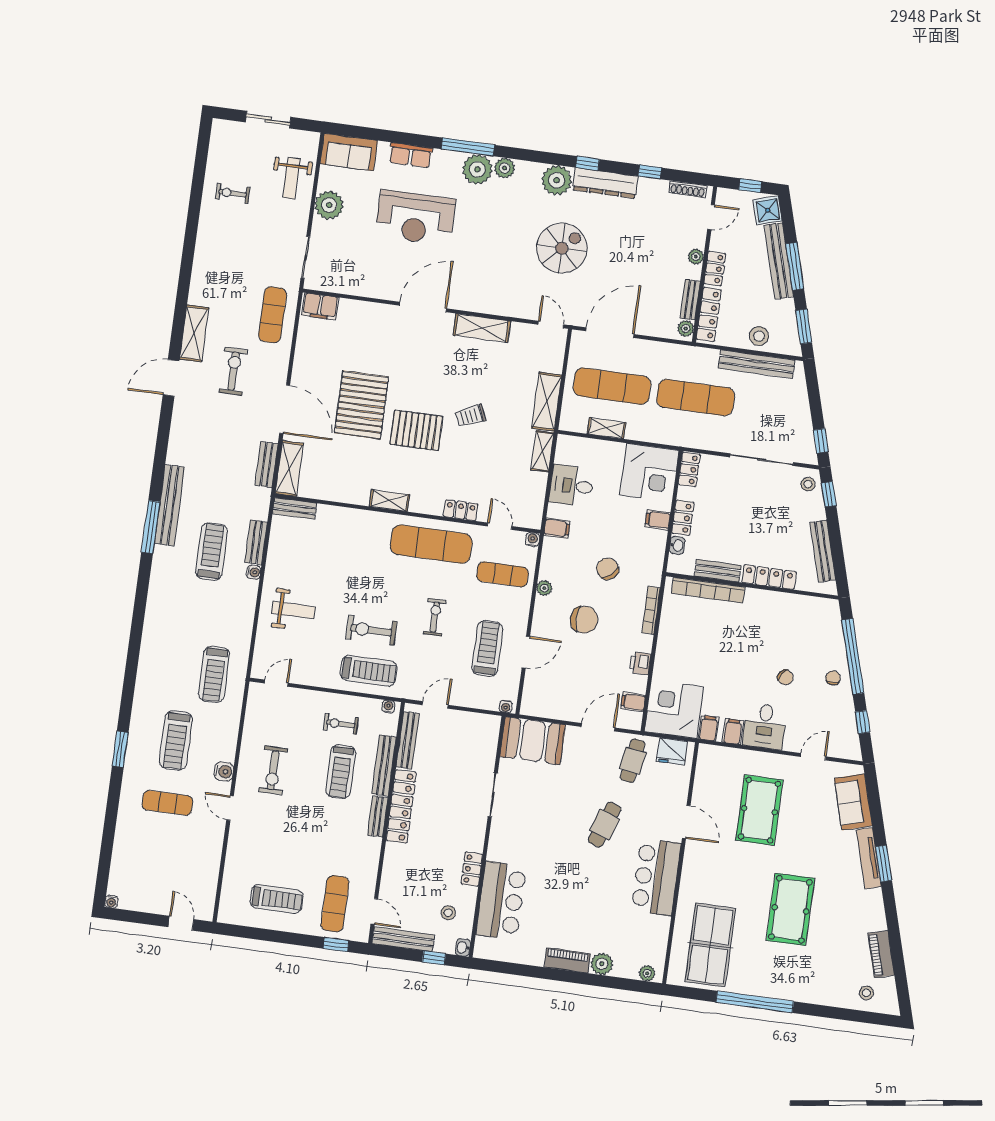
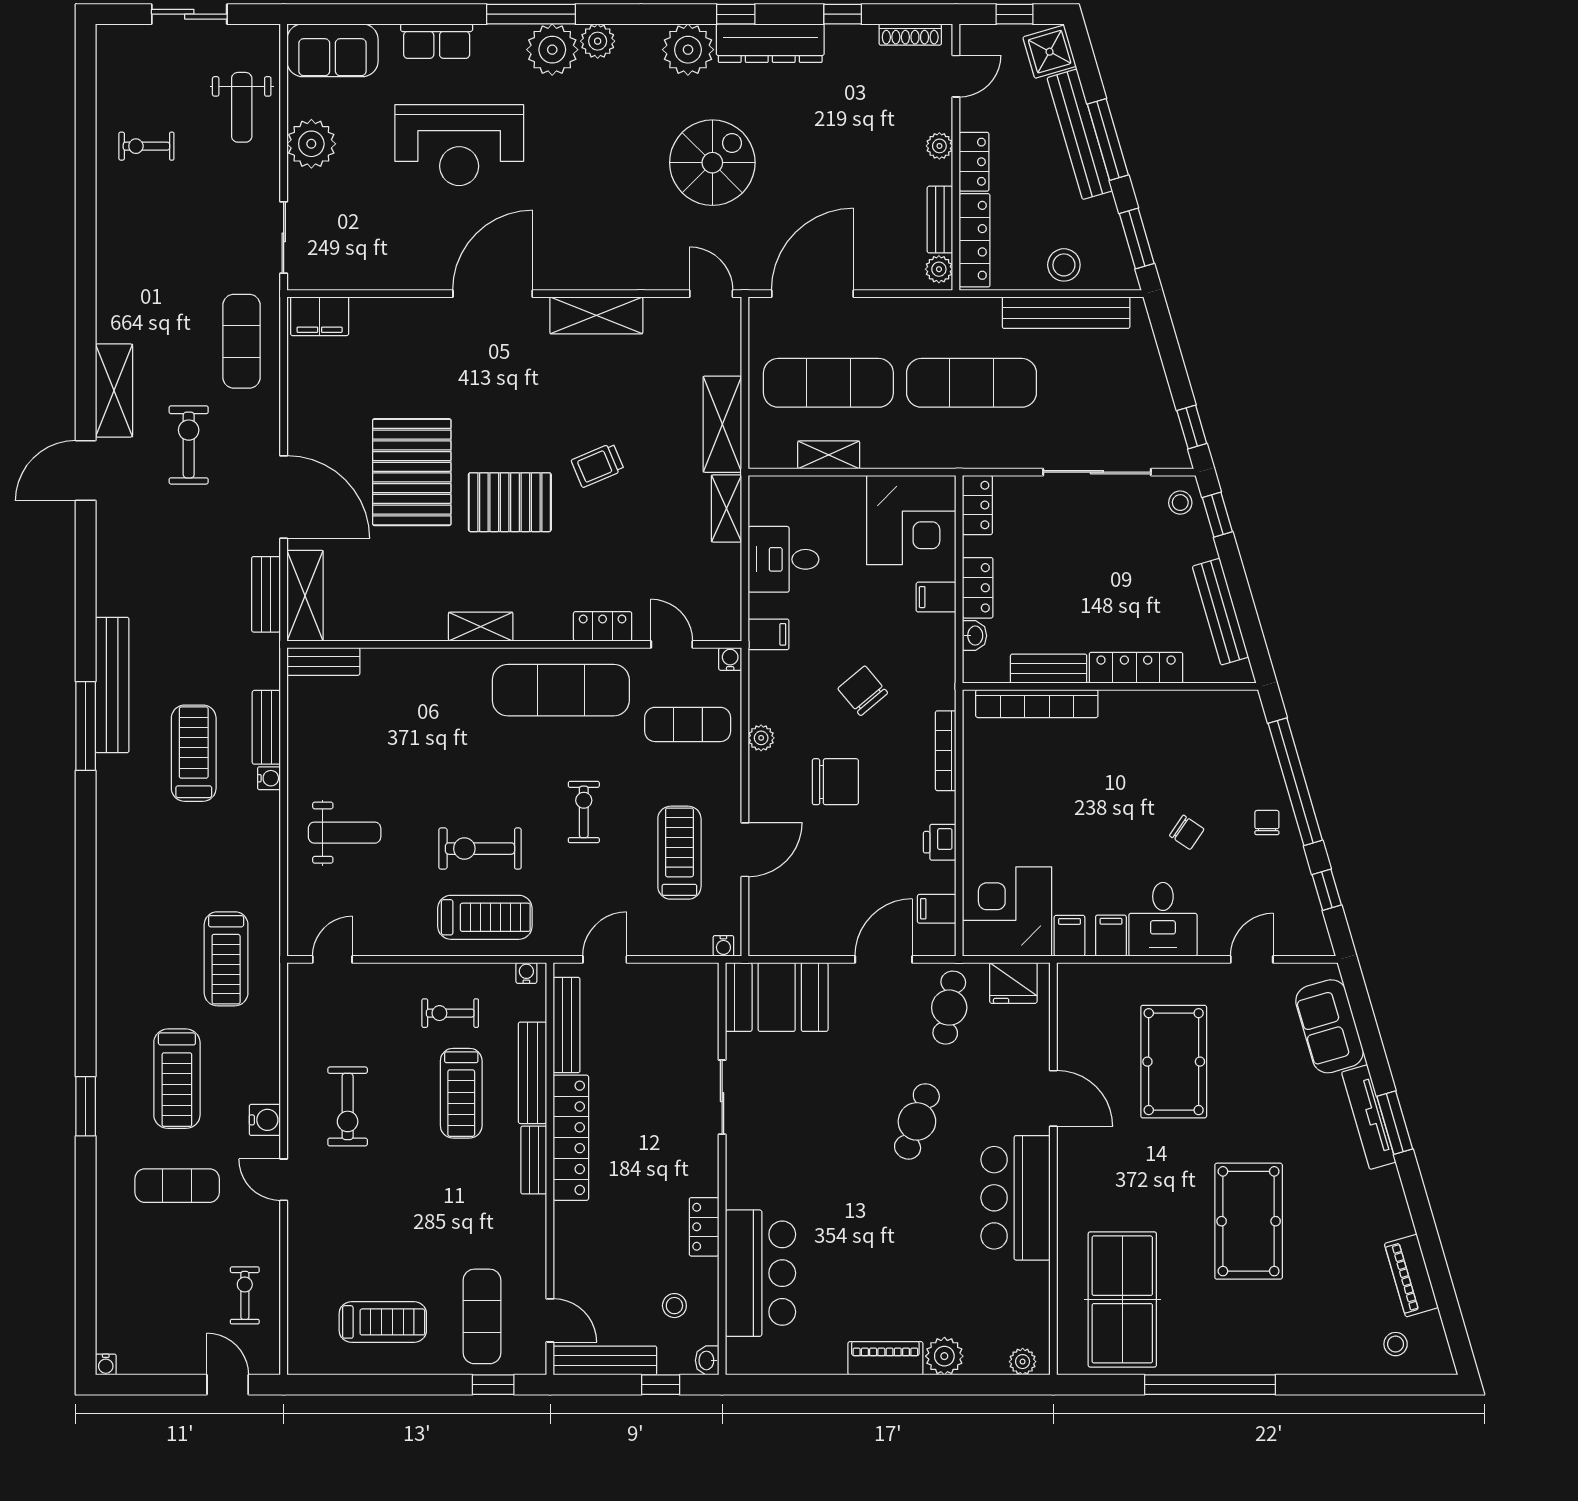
exercise bike: (198, 872) -> (245, 1295), added

